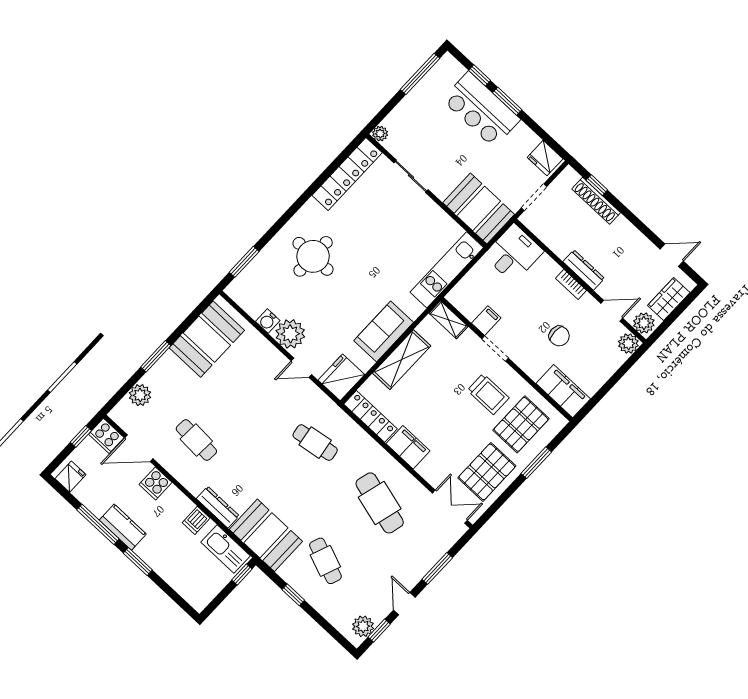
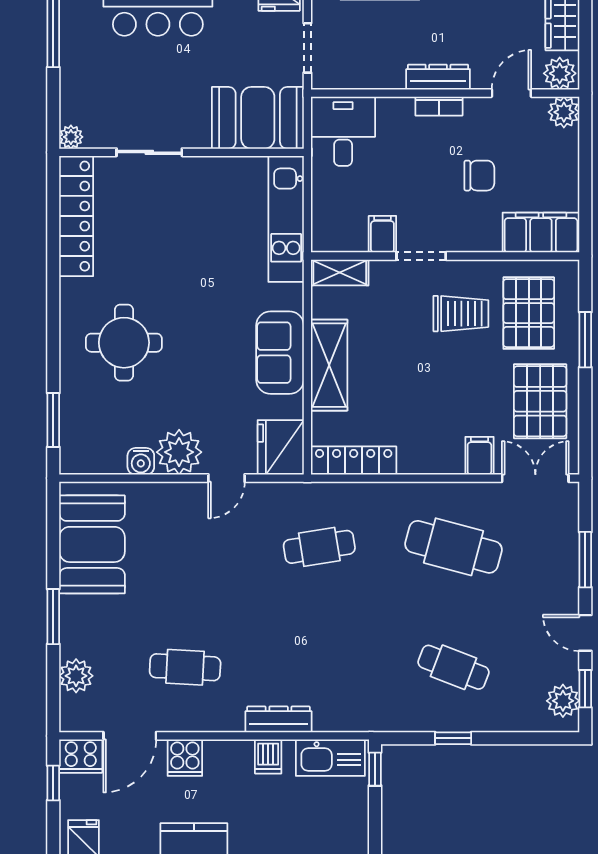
filing cabinet: (408, 447) -> (479, 456), moved, width x0.50
booth: (266, 535) -> (361, 701), removed

